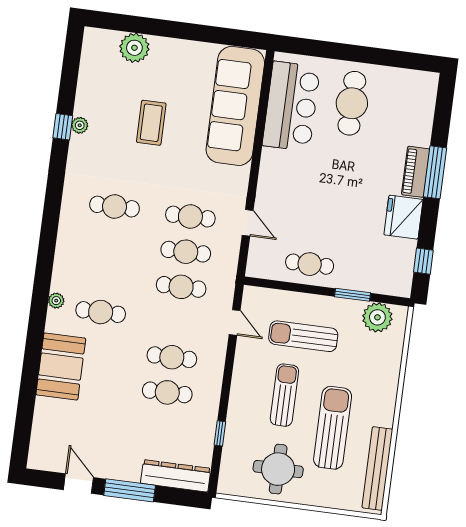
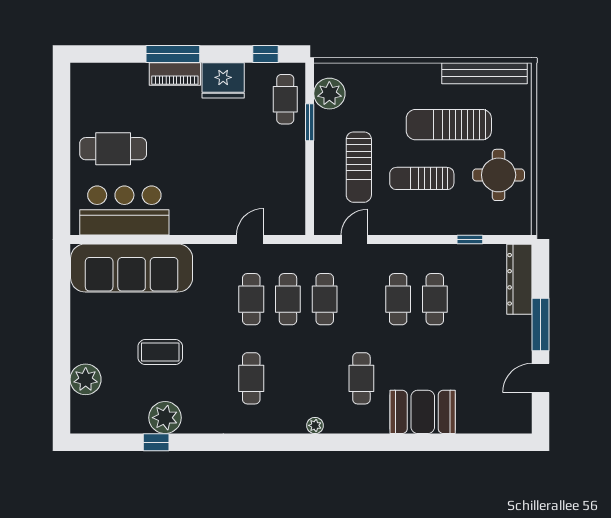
plant: (80, 125) -> (165, 418), width x1.88, depth x1.88
window: (63, 127) -> (156, 442), moved
cafe table: (310, 264) -> (285, 99), moved
plant: (56, 301) -> (315, 425), moved

